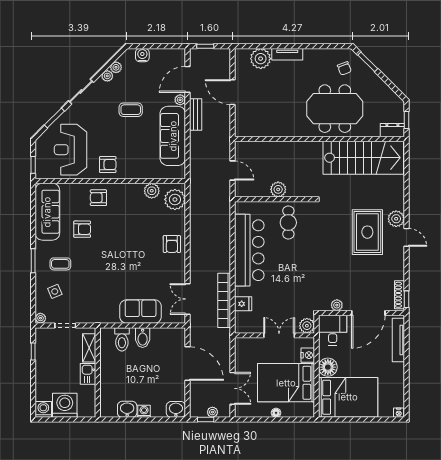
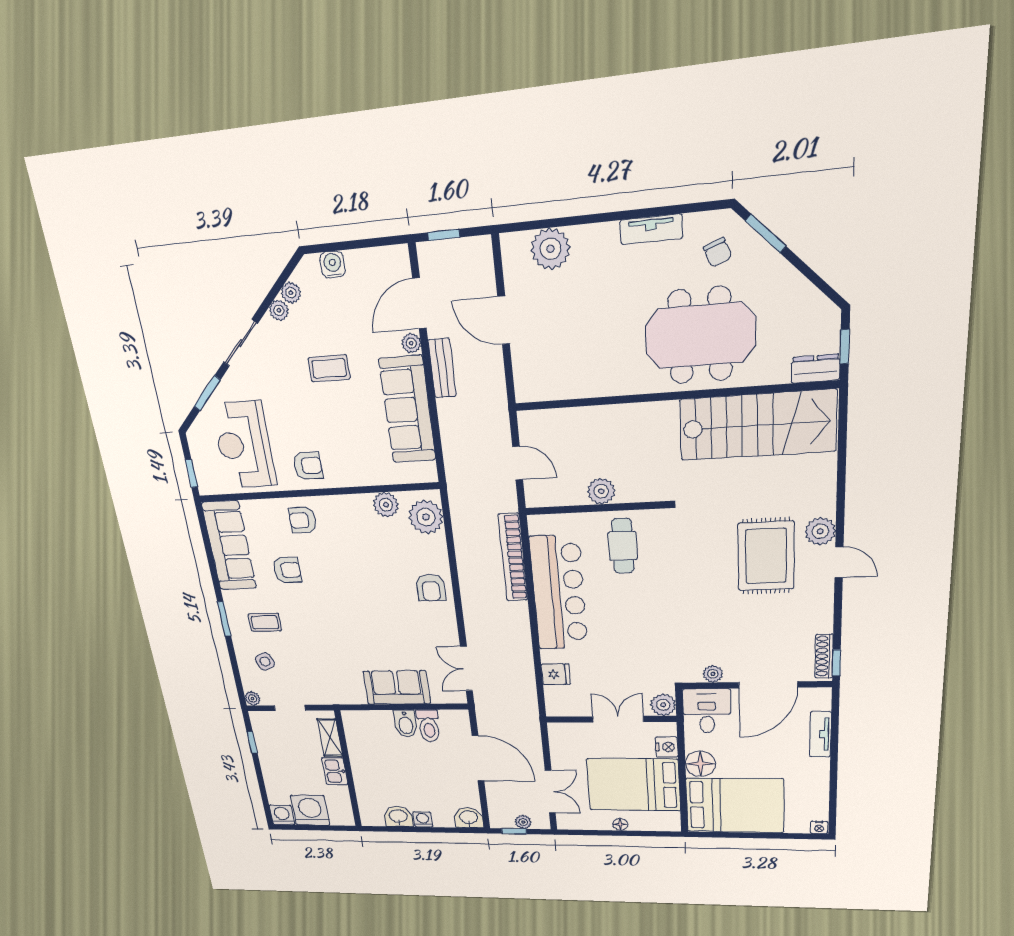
tv unit: (287, 54) -> (651, 229), moved
bookcase: (224, 300) -> (513, 557), moved
toilet: (122, 339) -> (429, 726), moved
tv unit: (398, 340) -> (820, 734), width x0.71

